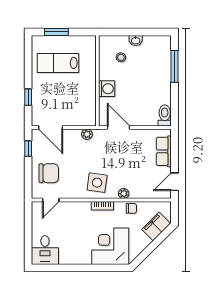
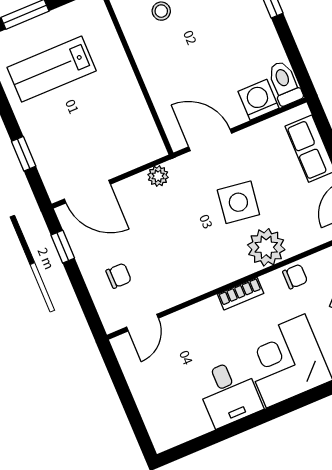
washing machine: (107, 89) -> (258, 100), moved, turned -90
chair: (49, 173) -> (119, 276), width x0.54, depth x0.54
side table: (97, 183) -> (238, 202), moved
plant: (124, 194) -> (266, 247), width x1.88, depth x1.88
desk: (45, 250) -> (229, 393), moved

